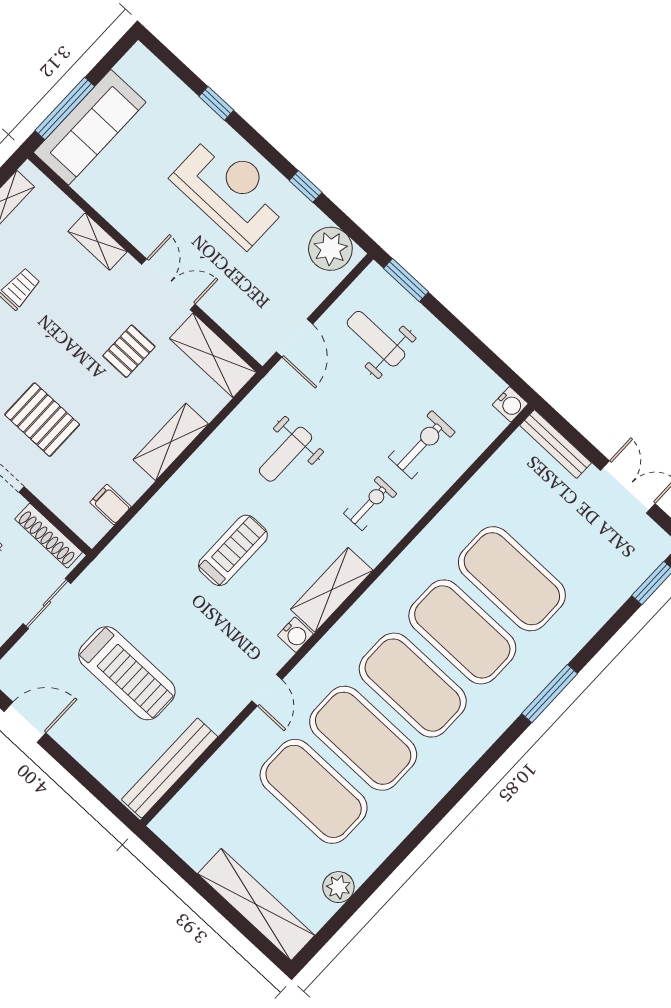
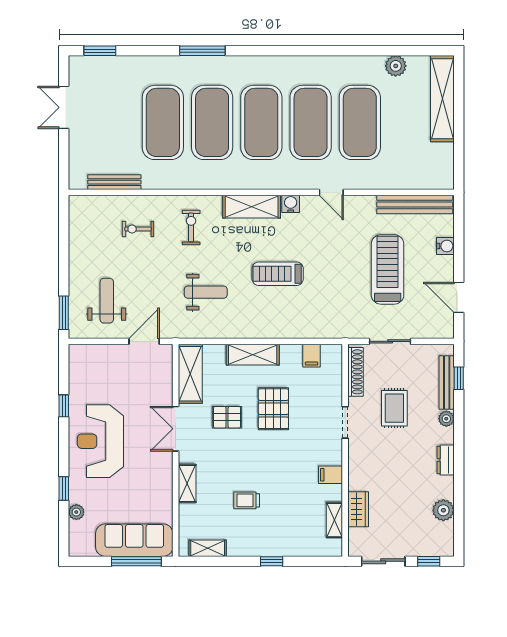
plant: (330, 249) -> (76, 512), moved, width x0.53, depth x0.53
weight bench: (376, 339) -> (107, 301), turned 180
water cooler: (510, 404) -> (445, 246), moved, turned 90
pallet: (42, 420) -> (273, 409), moved
bench: (556, 444) -> (114, 182), moved, turned 90
exercise bike: (422, 445) -> (138, 229), width x0.73, depth x0.72
exercise bike: (370, 503) -> (191, 227), turned 90
door: (267, 690) -> (331, 192), swing flipped

